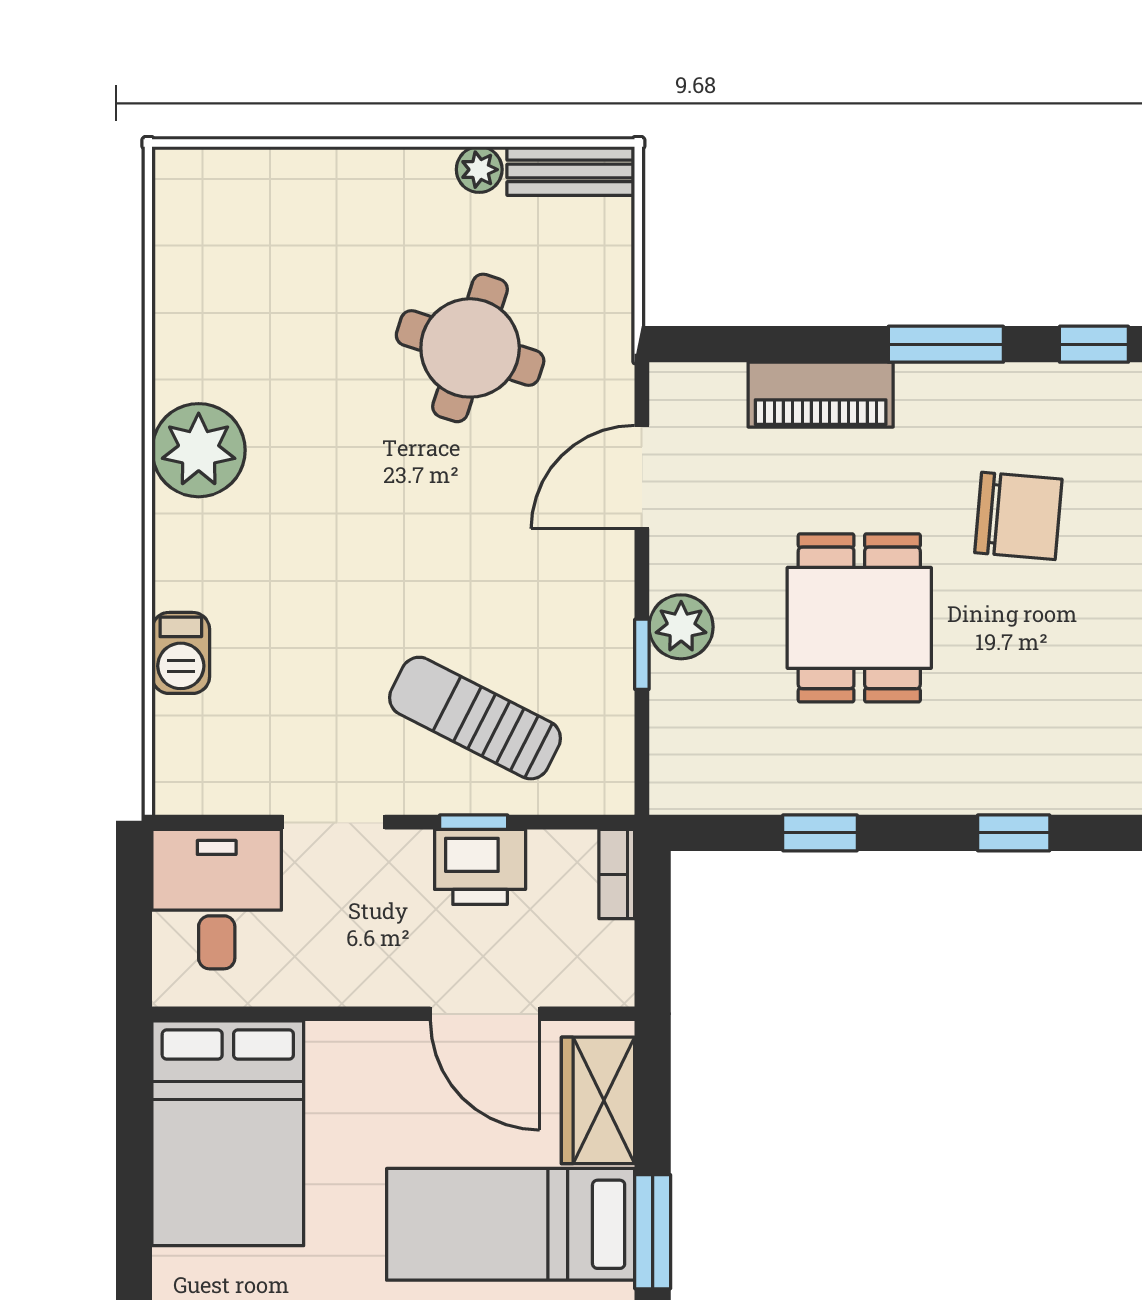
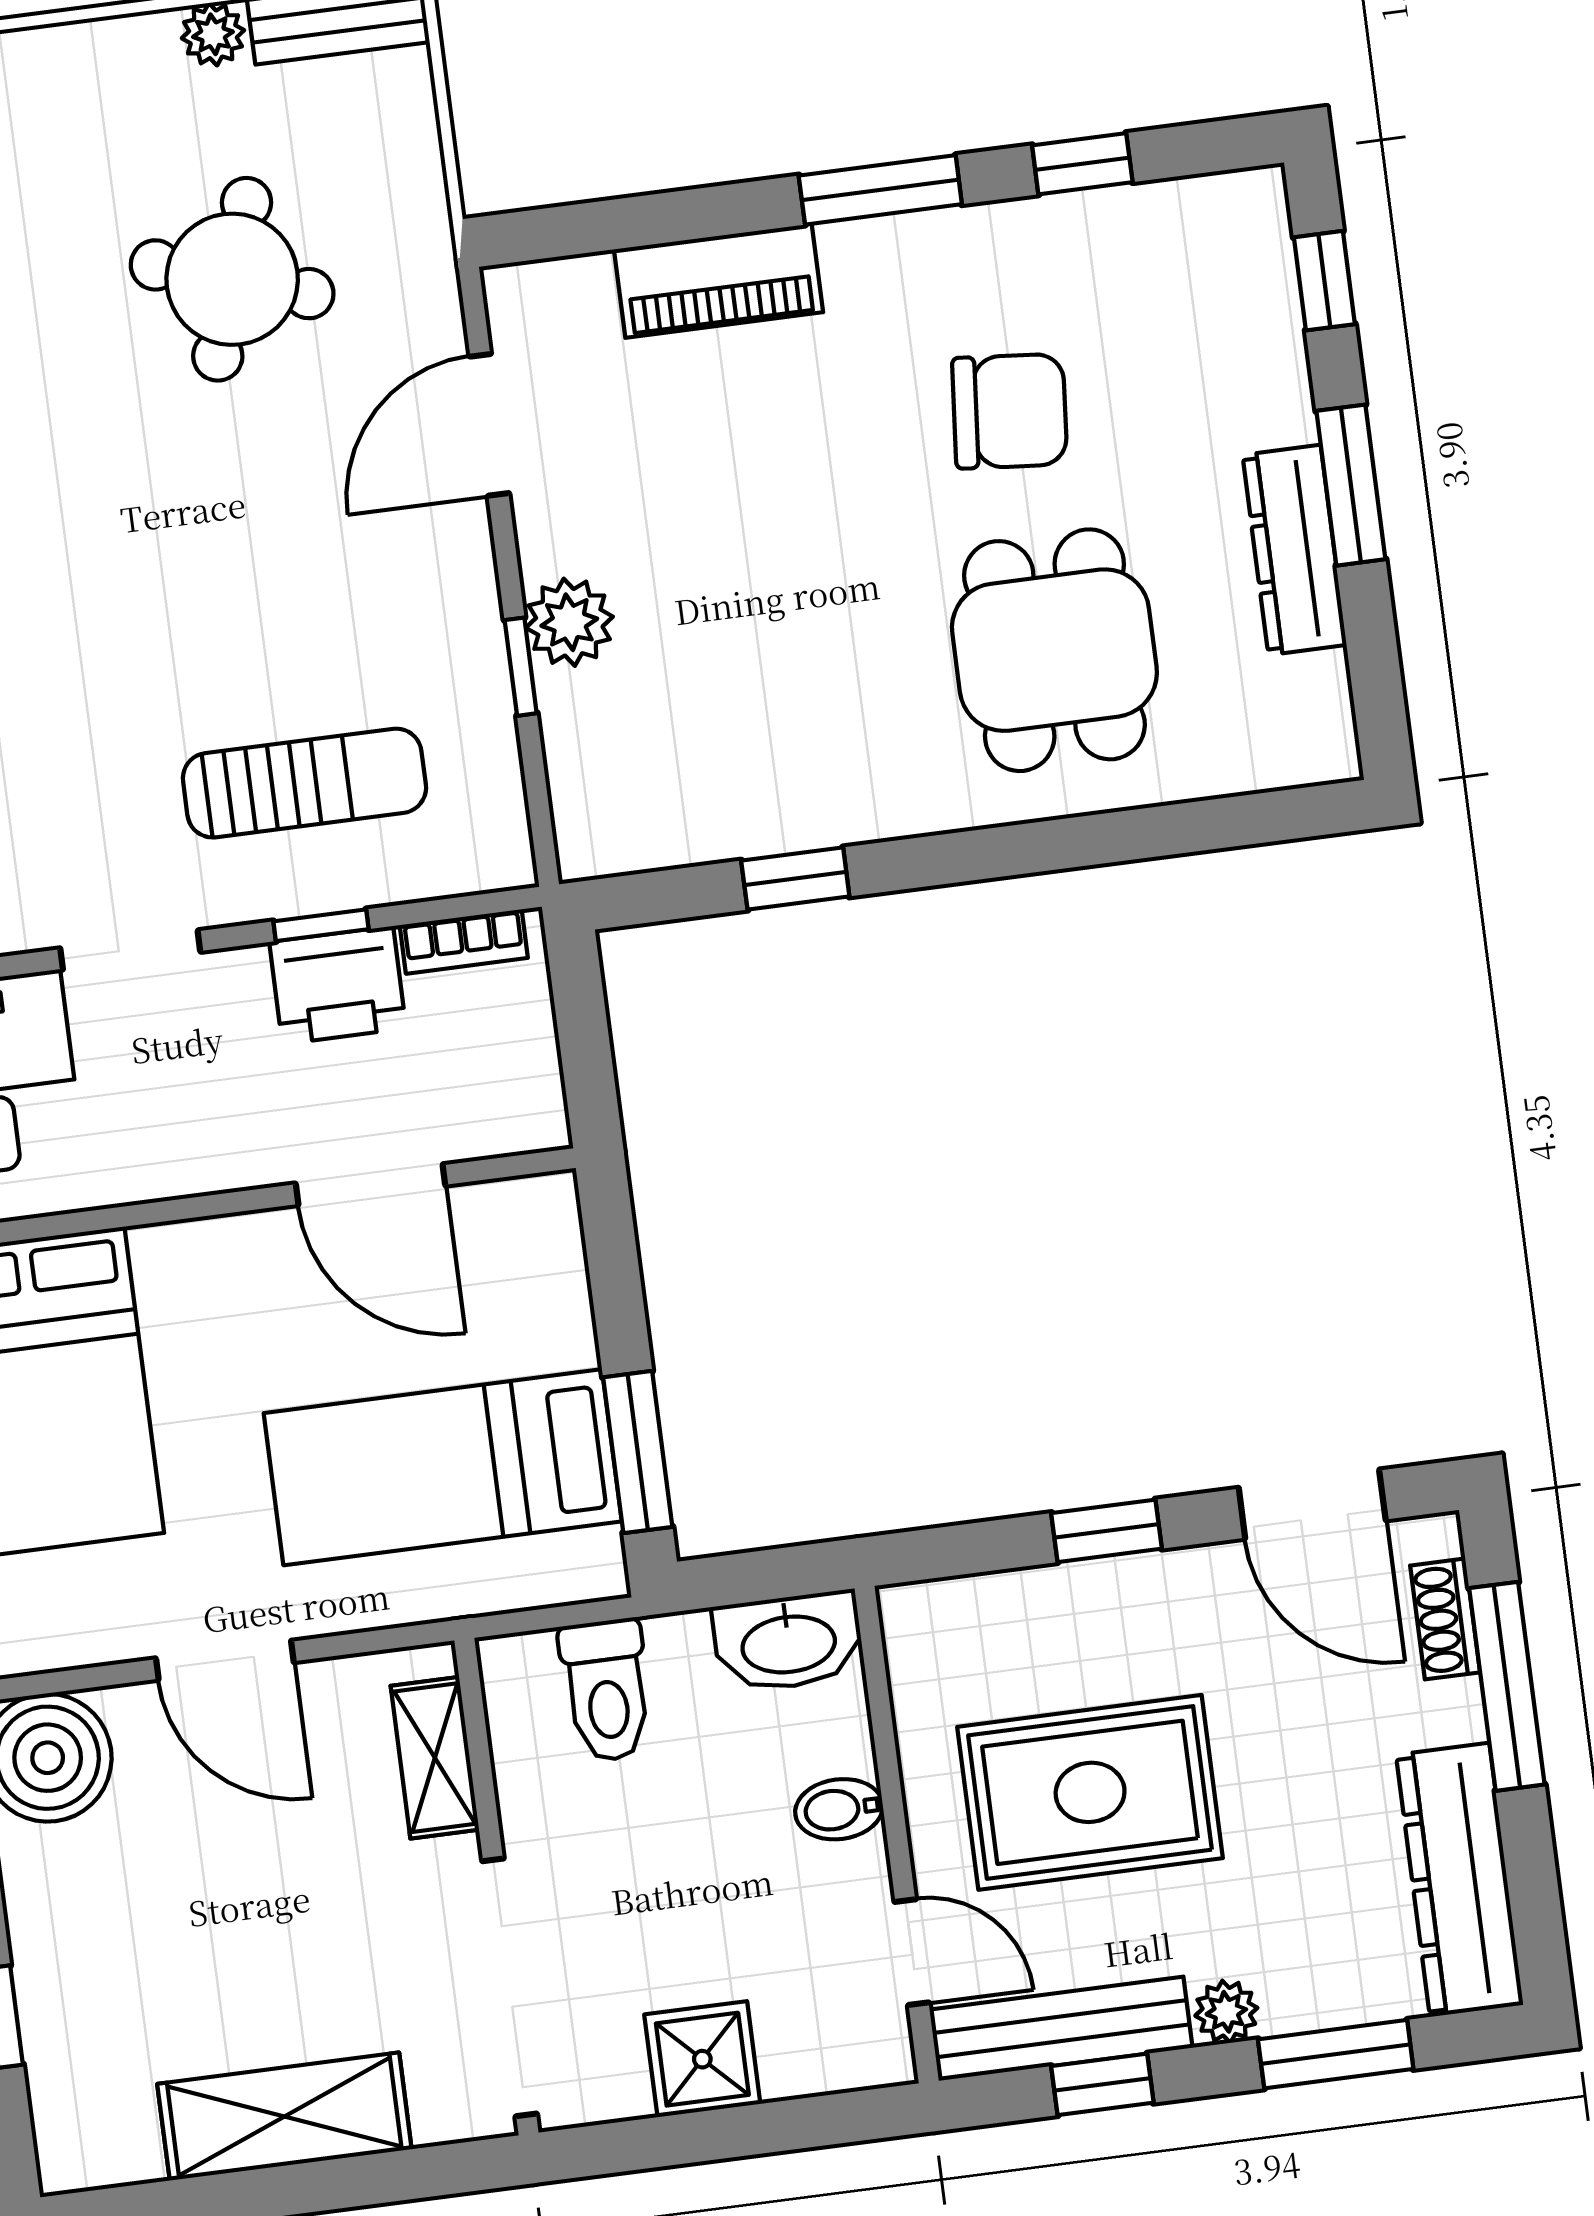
dining table: (859, 618) -> (1054, 650), moved
sun lounger: (475, 718) -> (304, 783), turned 153
window: (1014, 833) -> (1059, 844), removed
bookcase: (617, 874) -> (464, 941), moved, turned -90
wardrobe: (598, 1100) -> (540, 1283), removed

